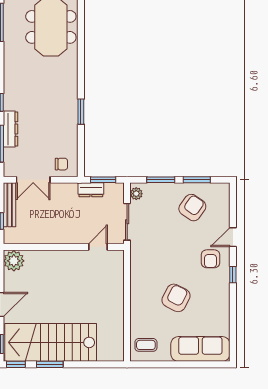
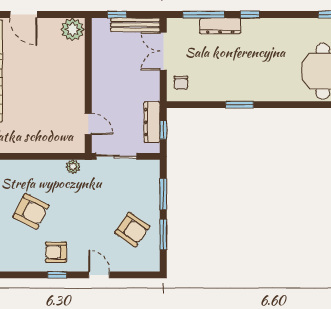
window: (103, 180) -> (163, 130), width x0.67
dresser: (91, 190) -> (152, 122), width x1.44
plant: (136, 194) -> (73, 167), moved
armchair: (210, 259) -> (56, 252), moved

